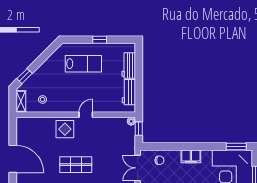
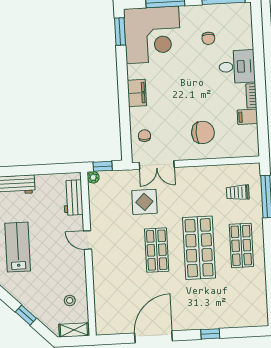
window: (24, 76) -> (26, 315), moved
workbench: (129, 92) -> (73, 198), moved, turned 90
display table: (65, 129) -> (144, 202), moved

